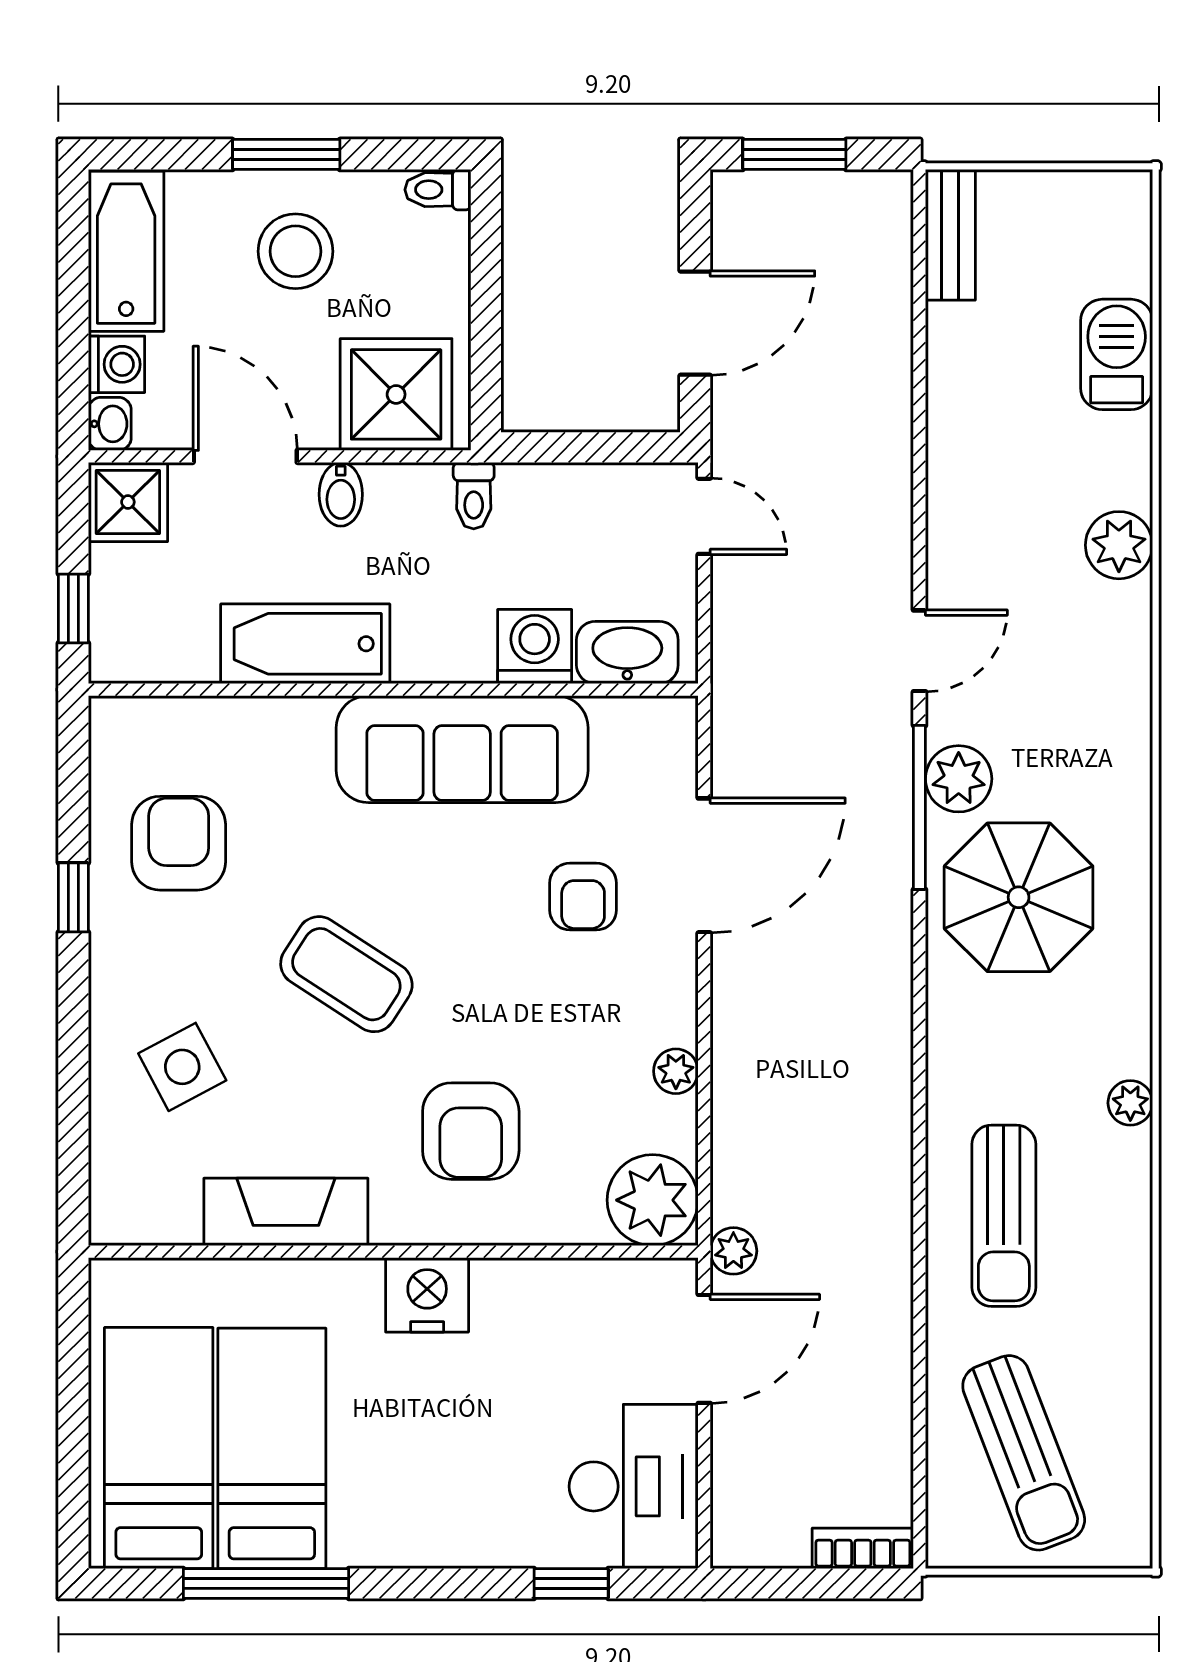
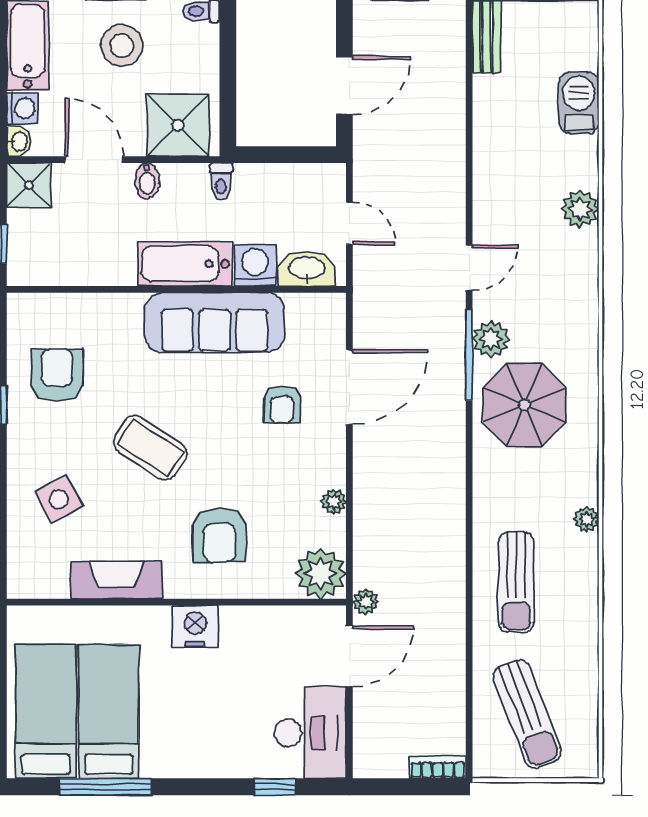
door: (704, 516) -> (349, 224), moved
bathtub: (305, 644) -> (185, 264), moved

